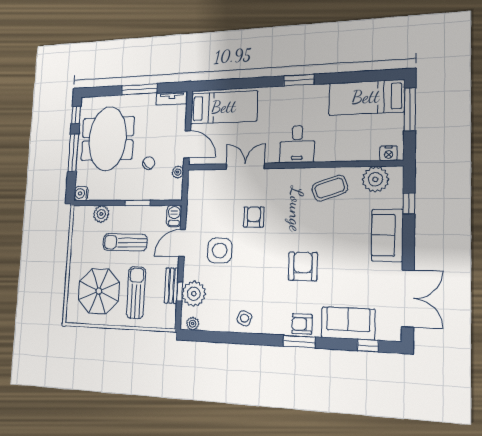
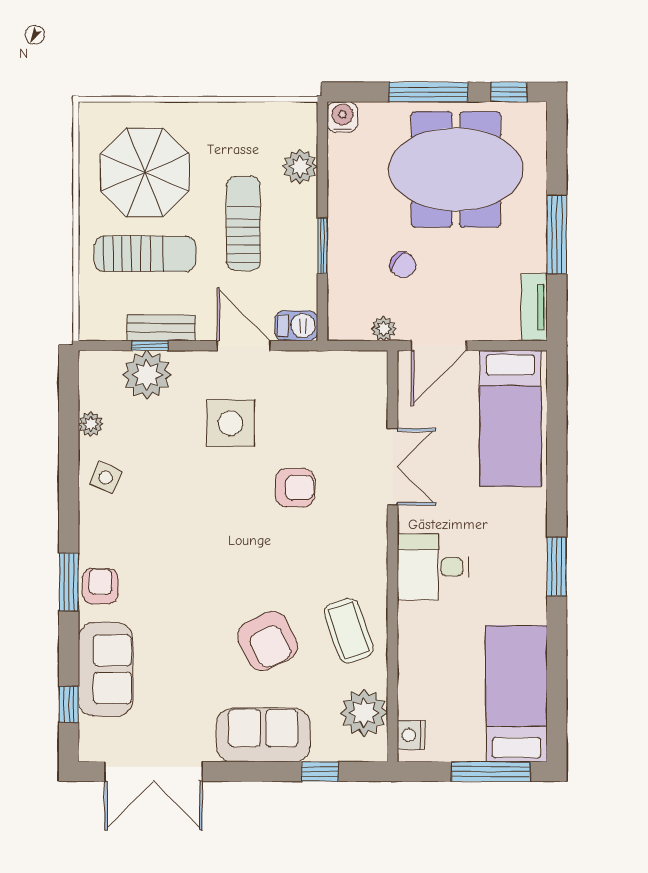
armchair: (303, 266) -> (268, 641), moved, turned 64
plant: (193, 324) -> (91, 424), moved

